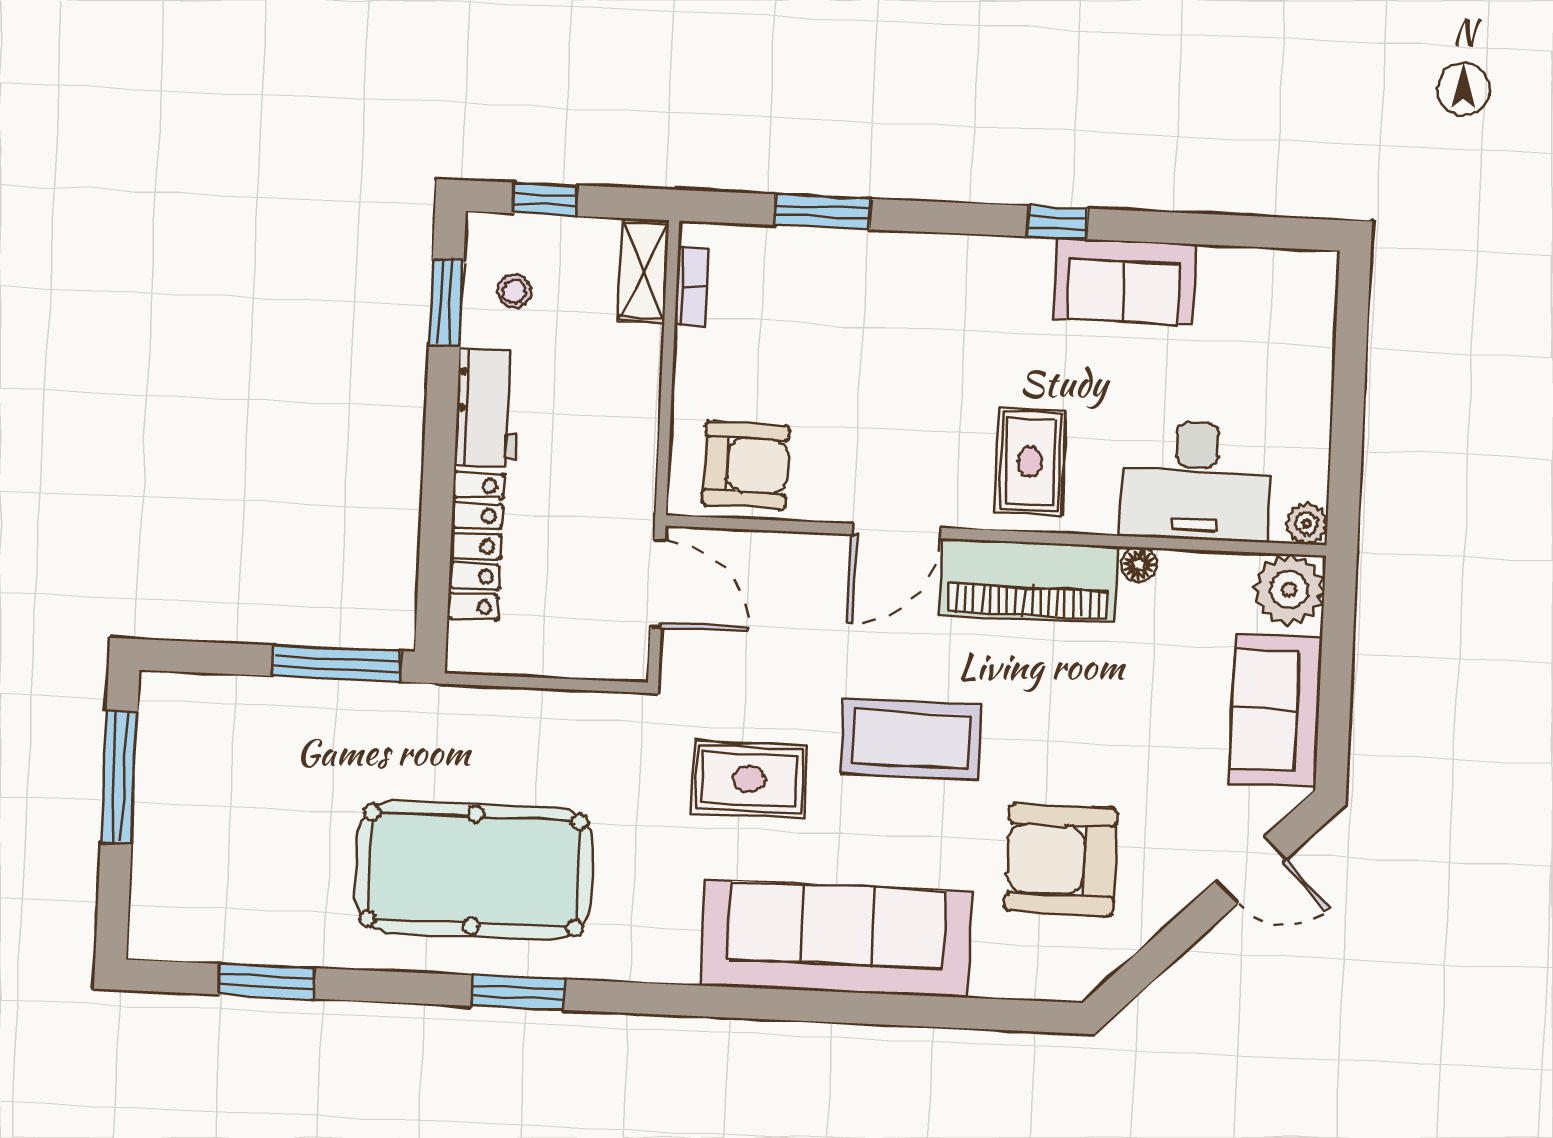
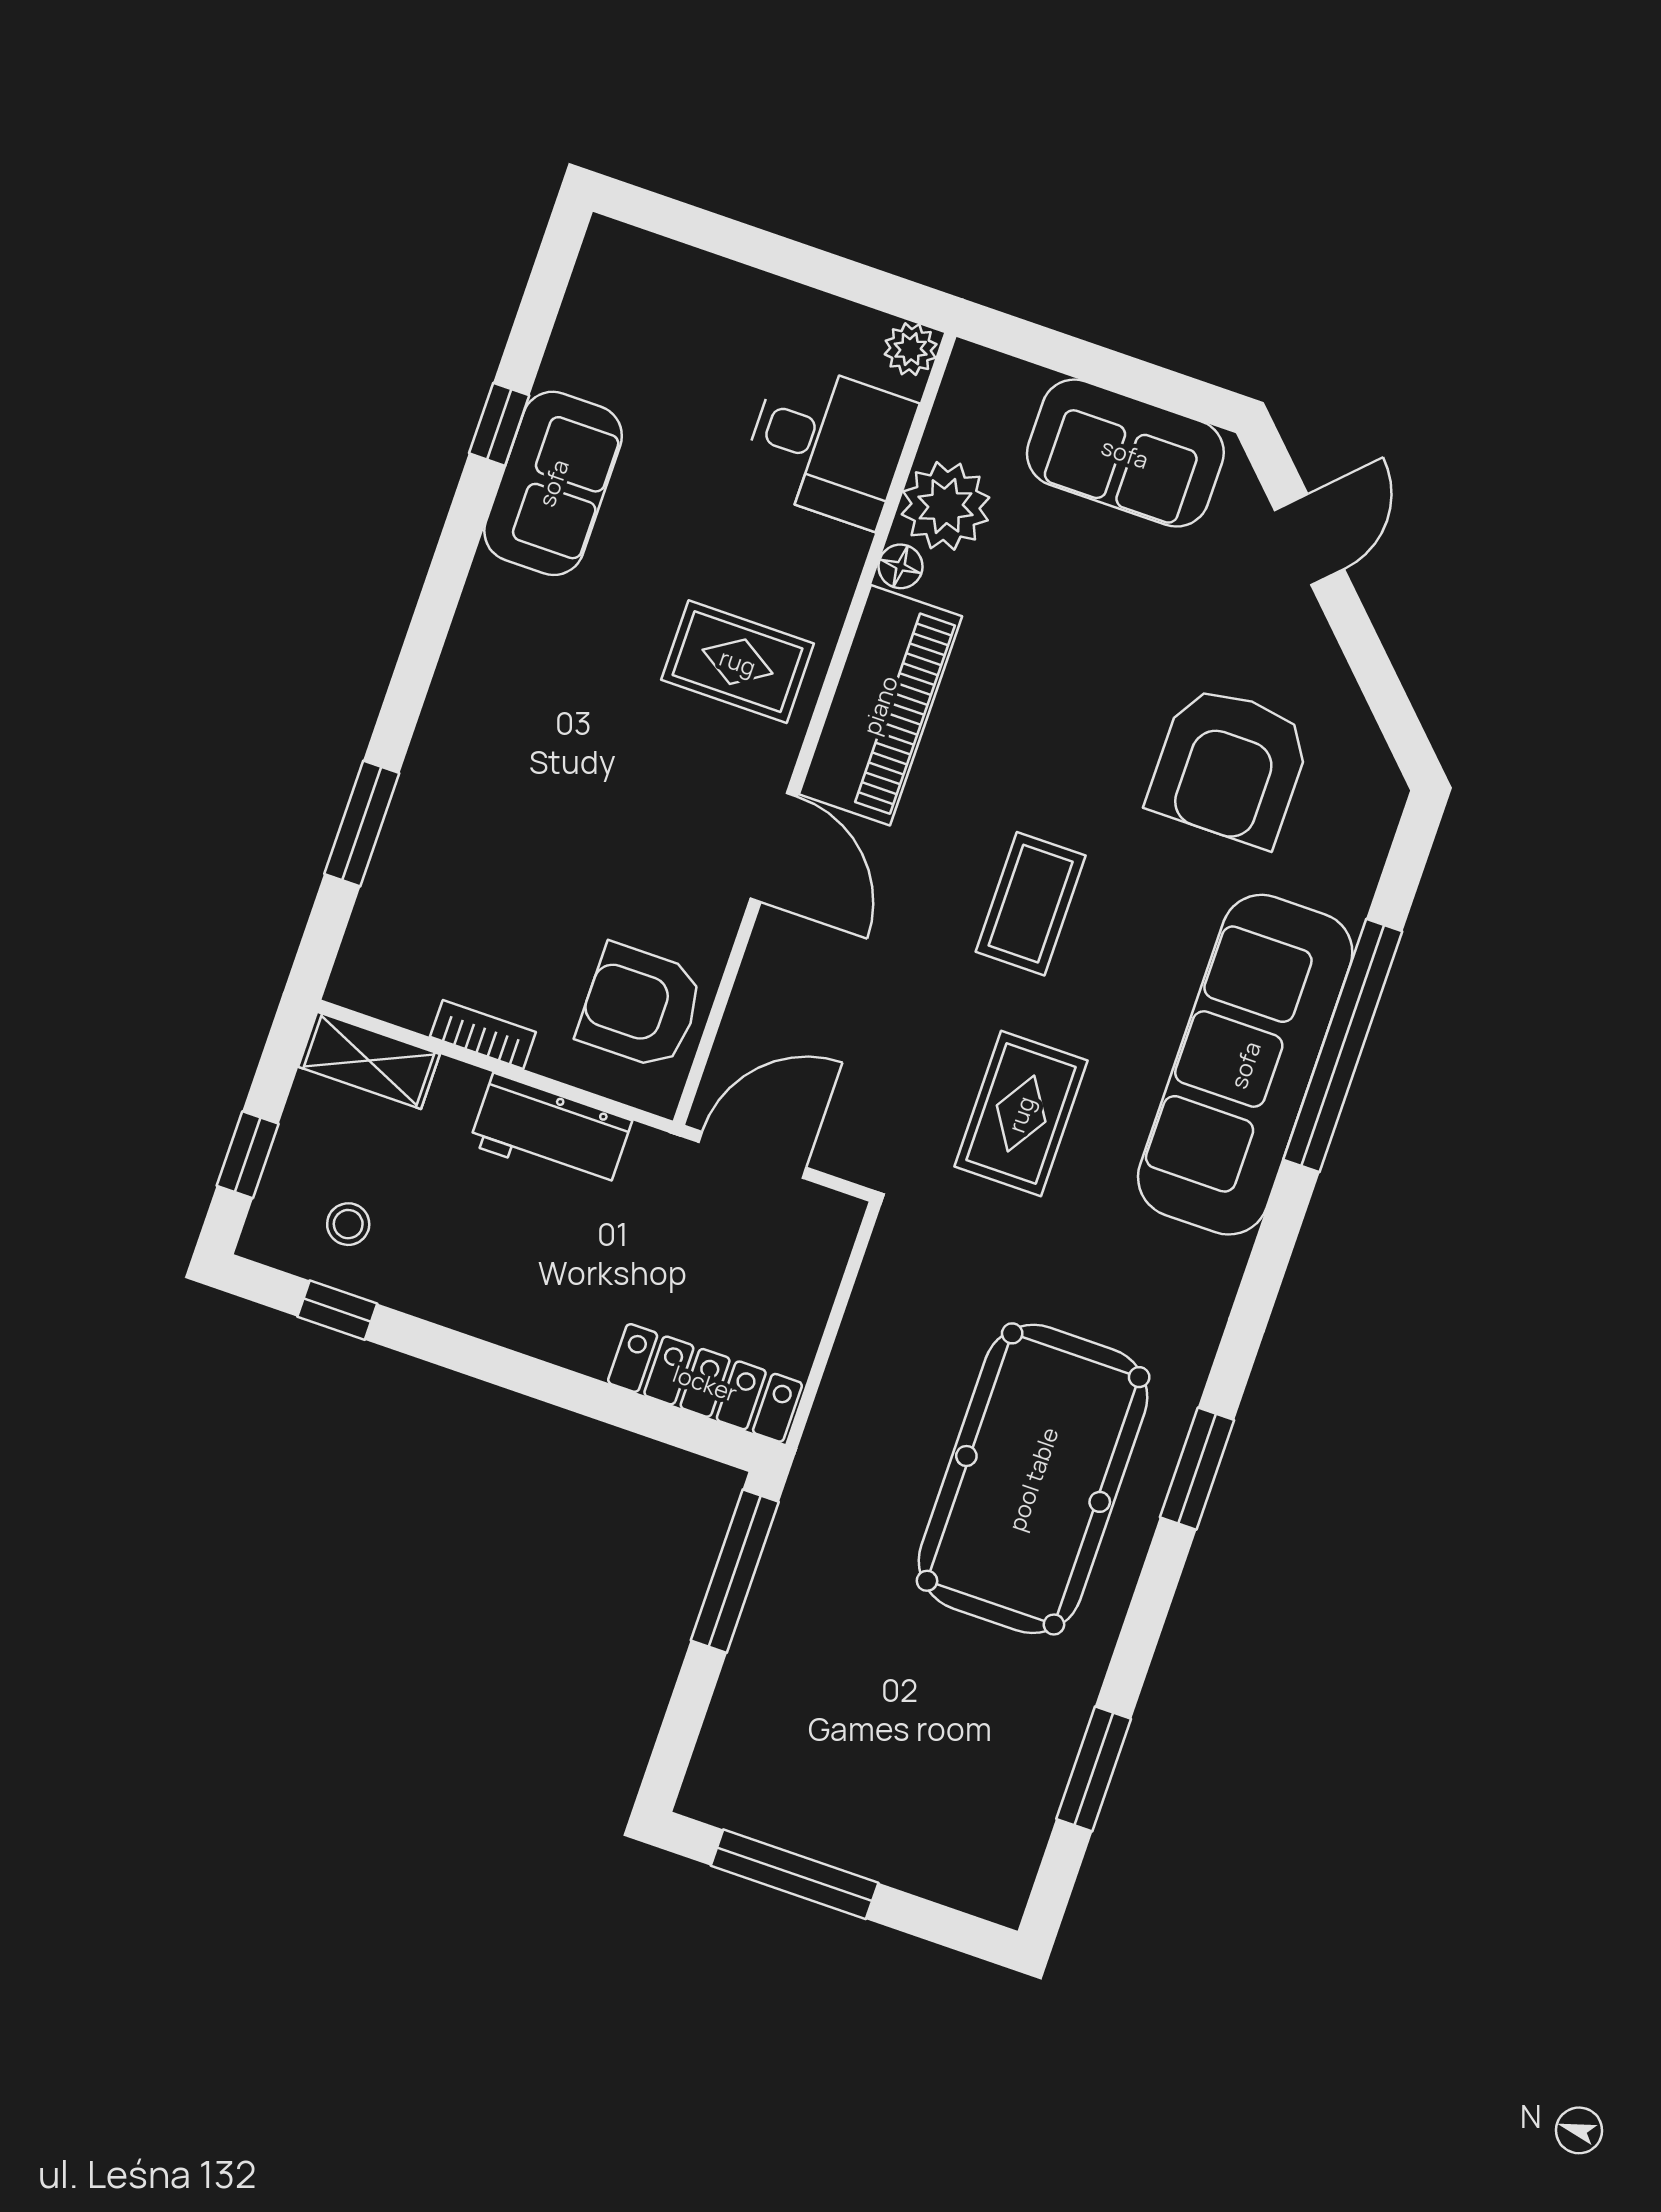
window: (1058, 223) -> (499, 424), moved
bookcase: (692, 286) -> (483, 1034), moved
window: (446, 302) -> (337, 1310), width x0.67
workbench: (487, 408) -> (551, 1132), moved, turned 180
armchair: (746, 465) -> (641, 1006), turned -91
desk: (1196, 481) -> (828, 444), width x0.73
locker: (476, 546) -> (705, 1383), moved
plant: (1289, 590) -> (946, 506), moved
coffee table: (911, 739) -> (1031, 904), width x0.73, depth x0.76
window: (873, 1009) -> (1343, 1045), added

